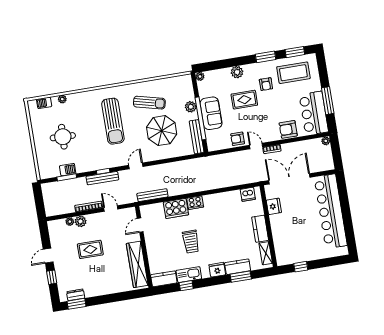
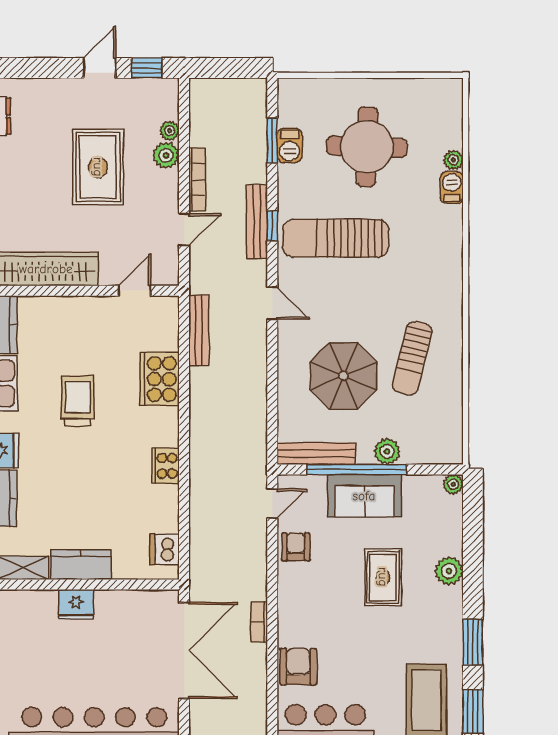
armchair: (266, 84) -> (410, 633), removed
barbecue: (44, 103) -> (452, 188), moved
sun lounger: (113, 121) -> (335, 238), moved
round table: (63, 137) -> (367, 147), width x1.36, depth x1.36
door: (256, 146) -> (272, 504), moved
cooker: (195, 203) -> (166, 466), moved
fridge: (274, 206) -> (76, 604), moved
door: (140, 225) -> (135, 291), hinge flipped
trolley: (191, 242) -> (78, 401), turned 90
rug: (90, 249) -> (98, 167), width x1.36, depth x1.43
door: (48, 256) -> (100, 68), hinge flipped
window: (52, 277) -> (147, 68), moved

